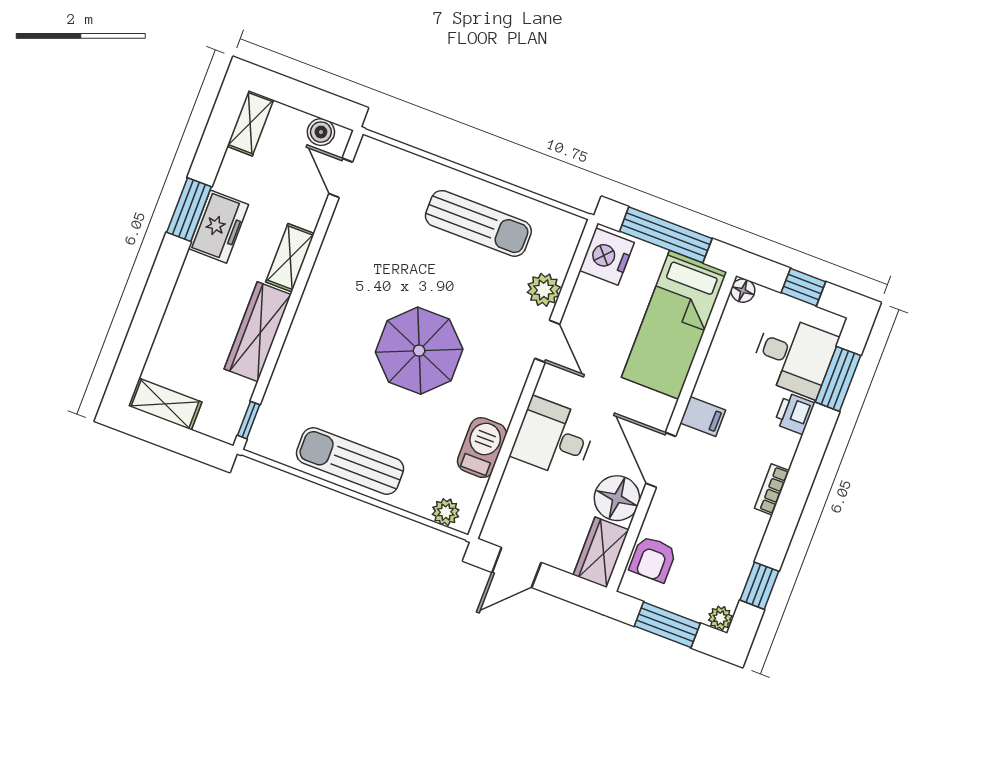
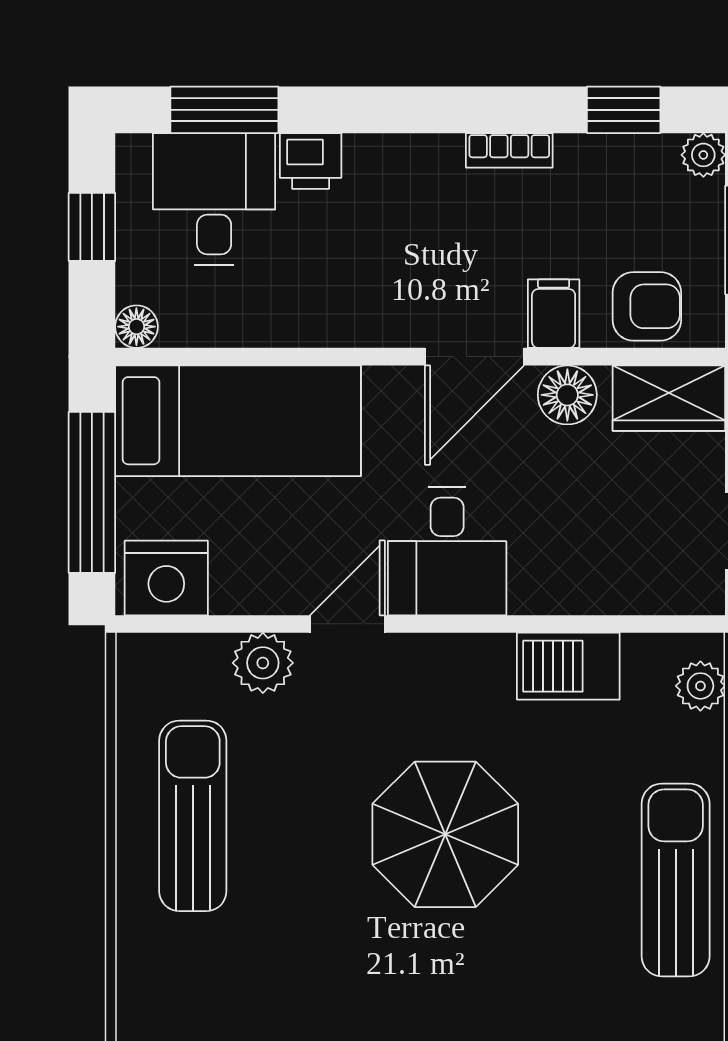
filing cabinet: (703, 416) -> (554, 314), moved
desk: (554, 438) -> (447, 551), moved
sun lounger: (350, 461) -> (676, 880), turned 180
bookcase: (772, 489) -> (509, 150), moved
floor lamp: (617, 498) -> (567, 395), width x0.73, depth x0.73

